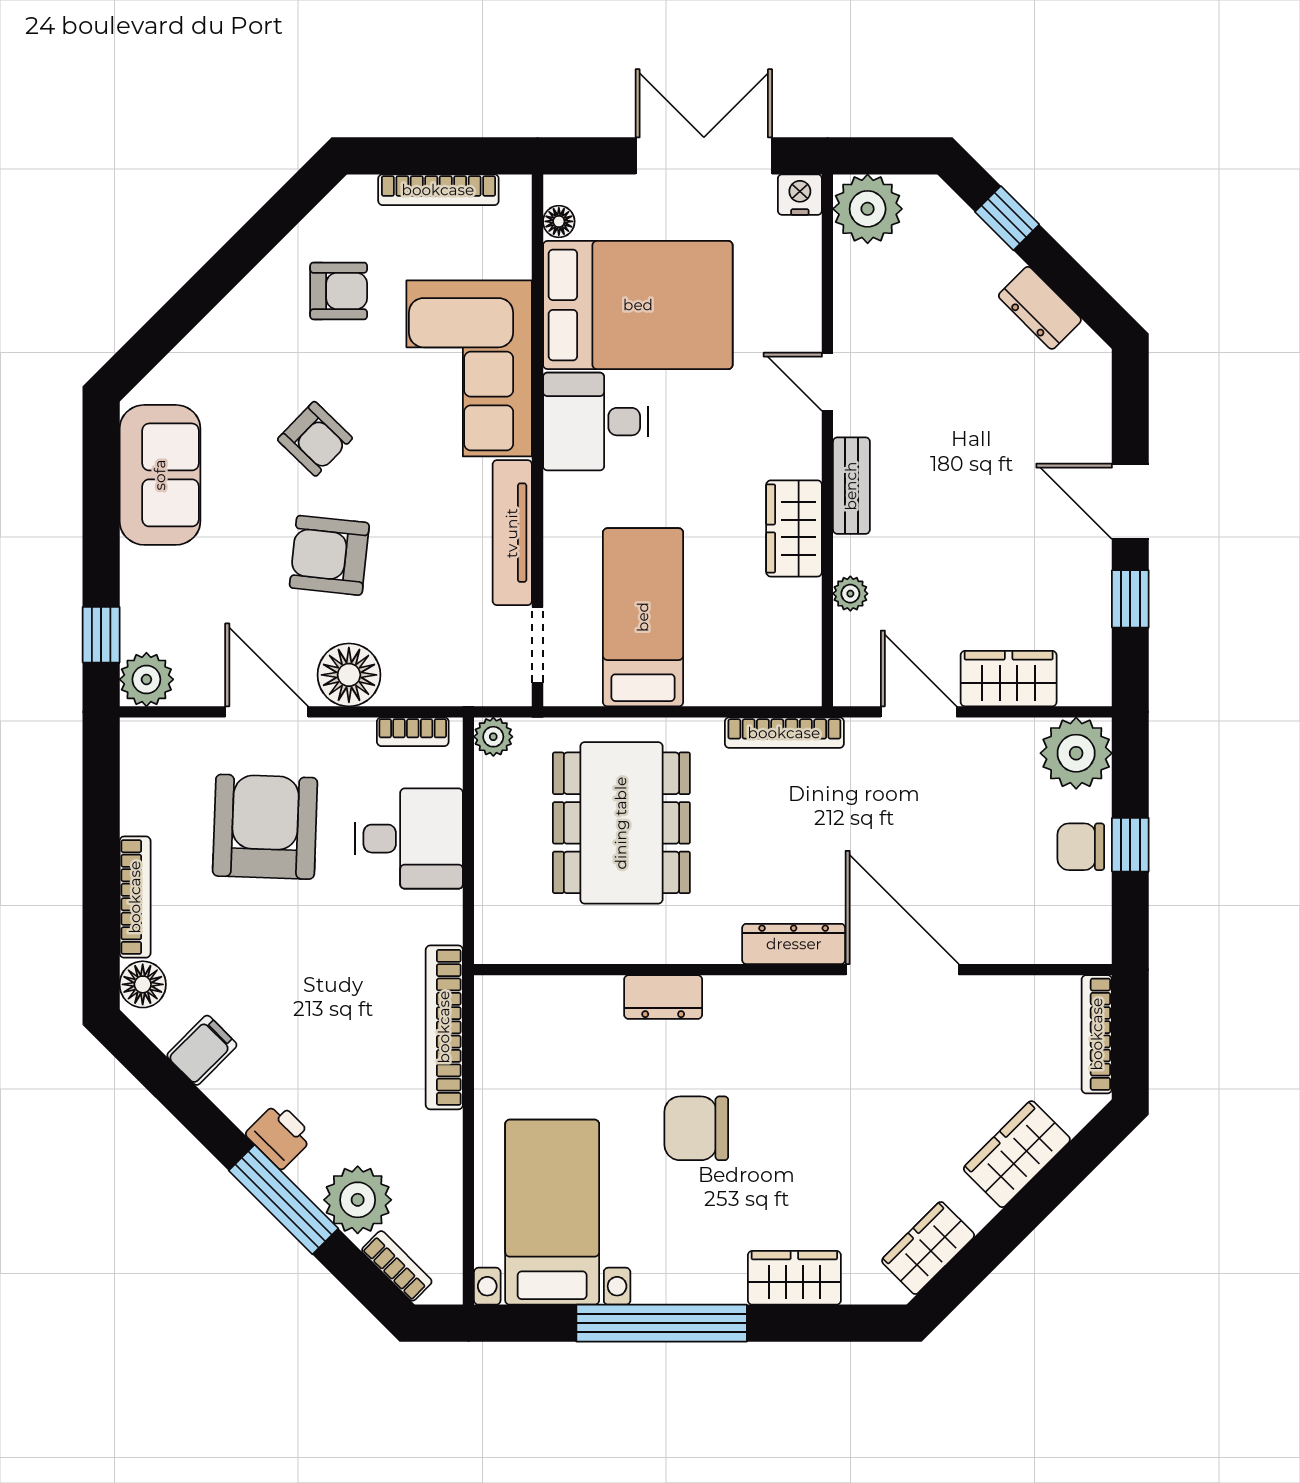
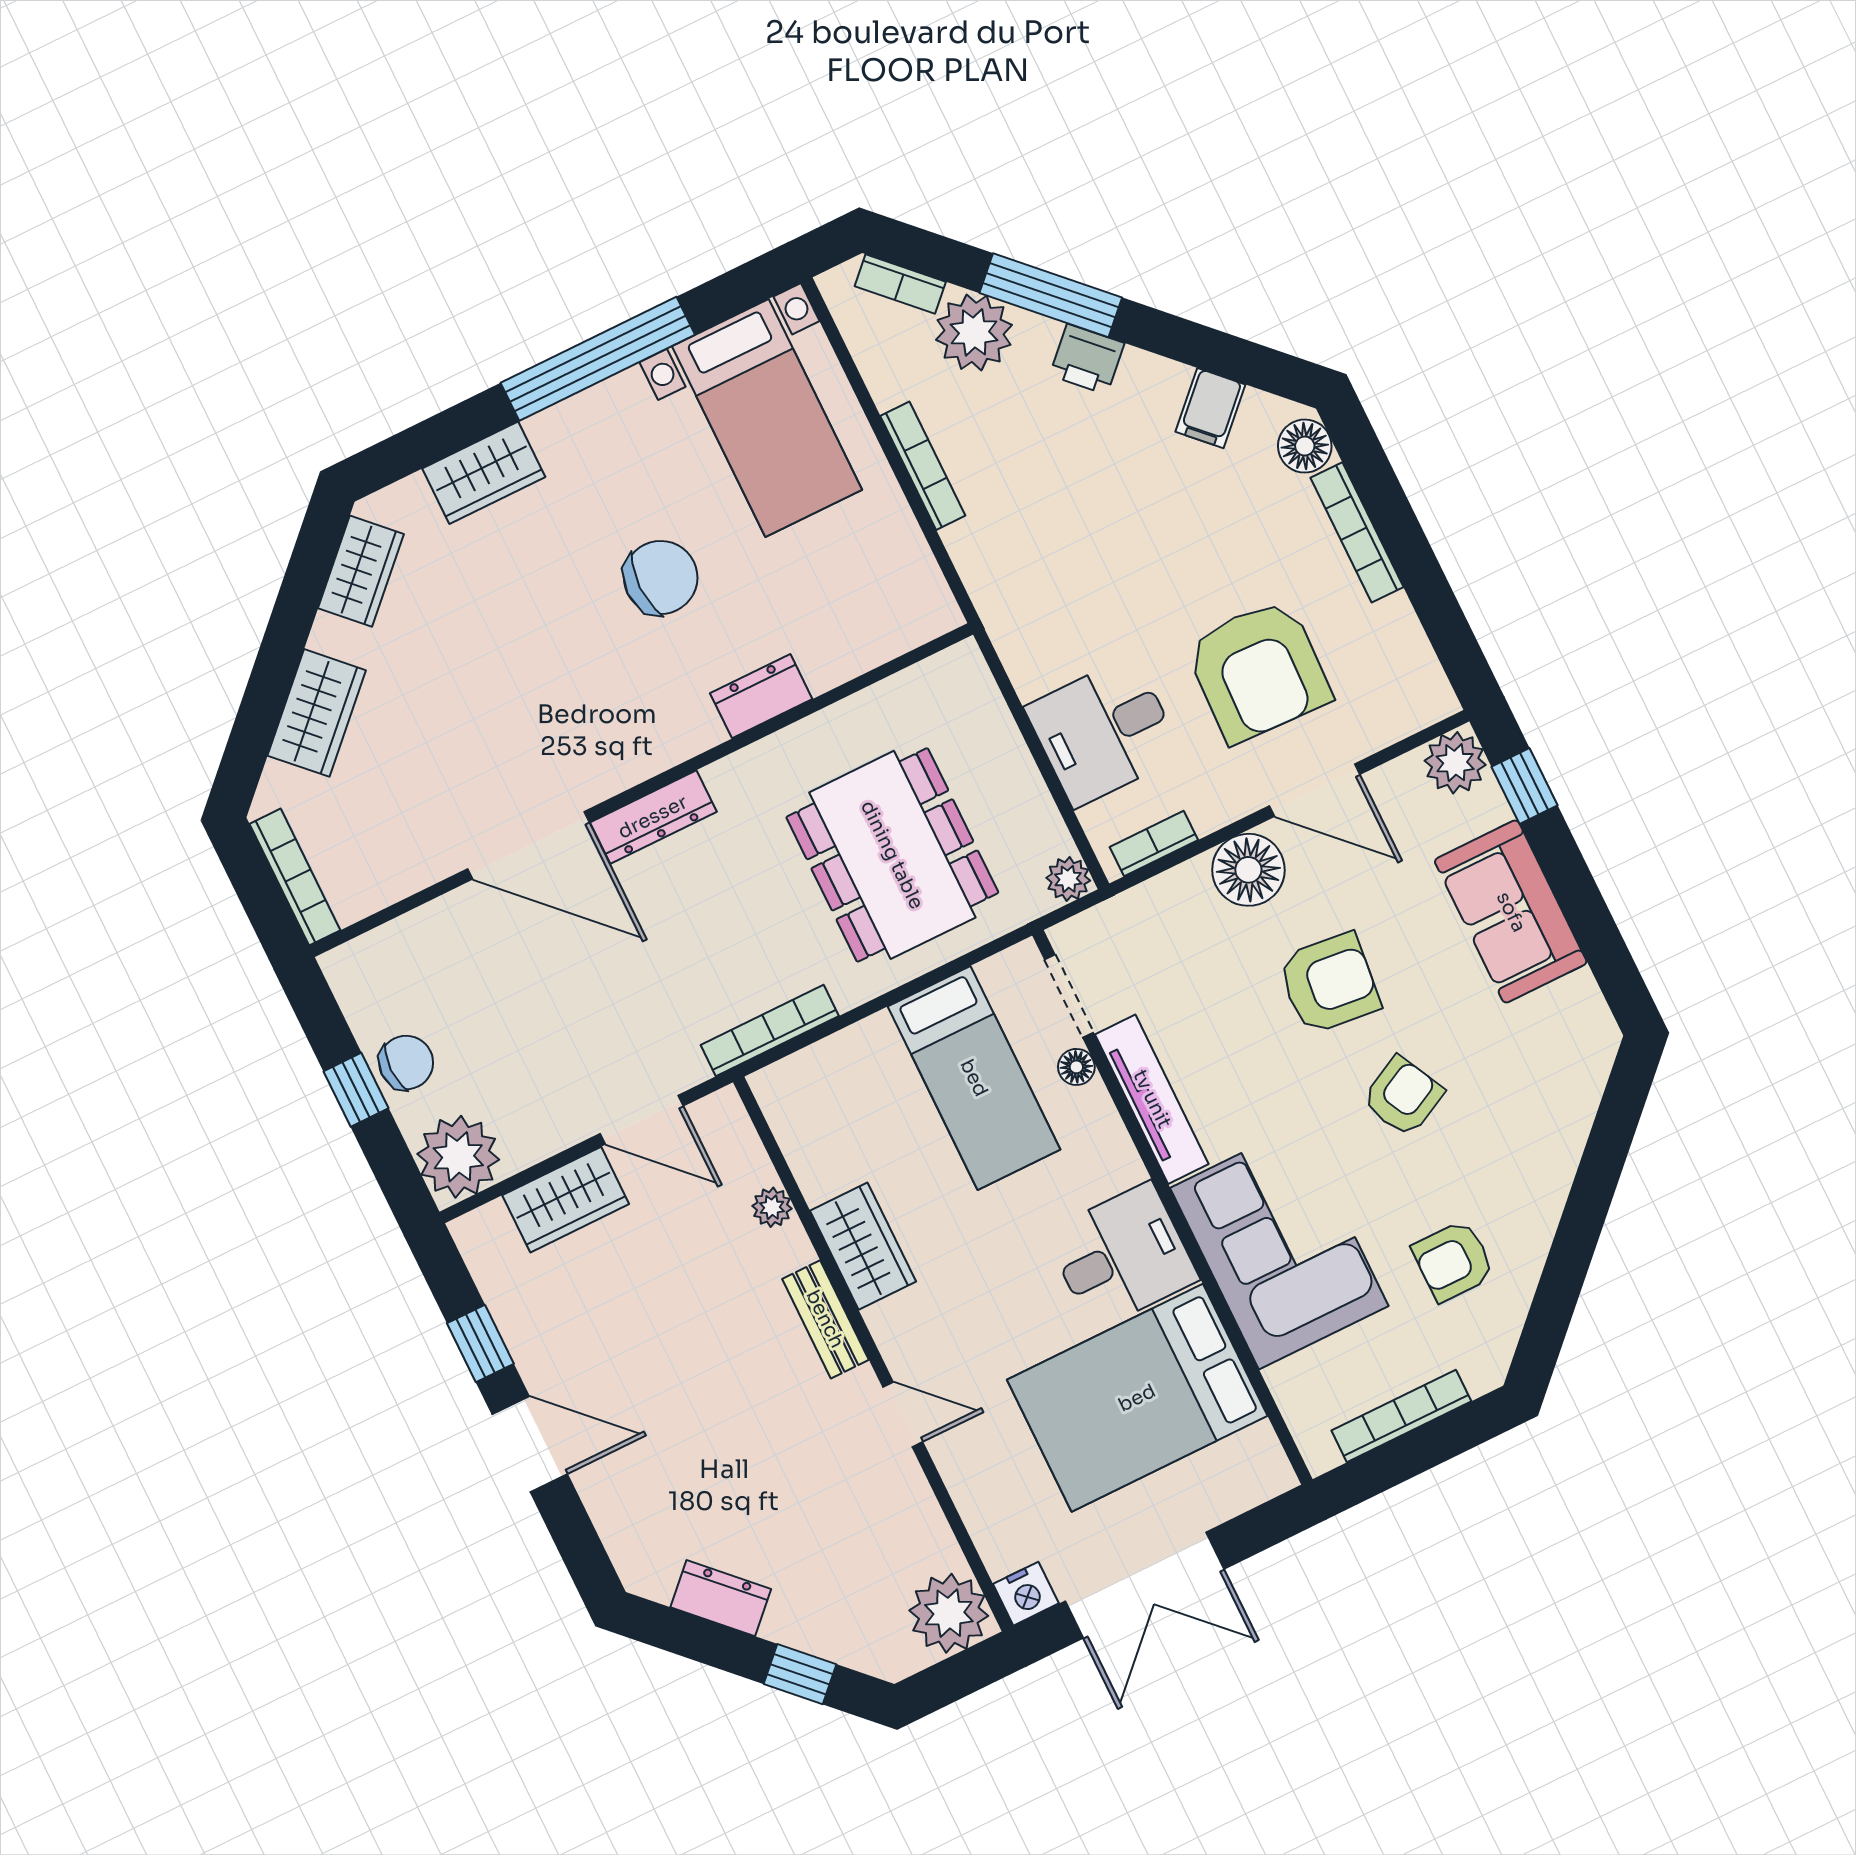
floor lamp: (559, 221) -> (1076, 1067), moved
armchair: (315, 439) -> (1403, 1096), turned 109
sofa: (160, 475) -> (1511, 912), moved
bookcase: (444, 1027) -> (923, 466), moved, width x0.68, depth x0.76

